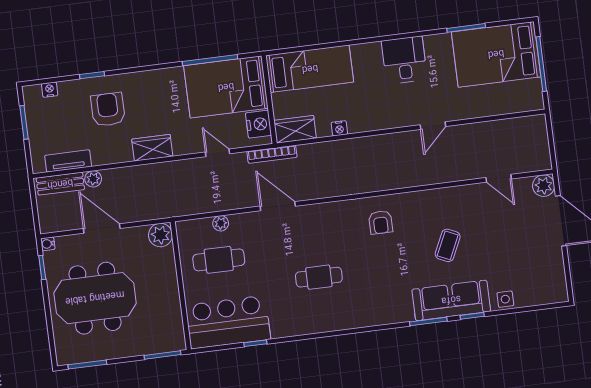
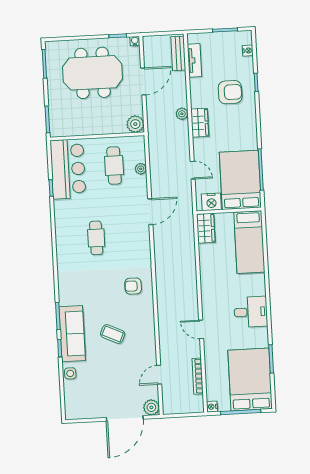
nightstand: (339, 128) -> (212, 407), moved
door: (217, 153) -> (193, 170), hinge flipped
bookcase: (272, 154) -> (198, 376), moved
plant: (93, 179) -> (182, 114), moved
meeting table: (95, 298) -> (93, 73), turned 90

